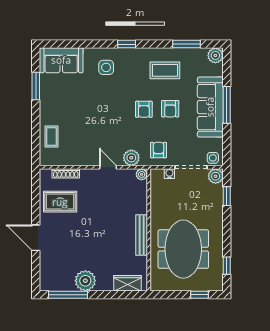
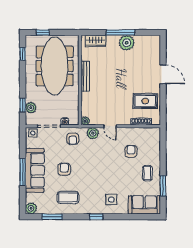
armchair: (144, 109) -> (131, 151), moved
coffee table: (52, 136) -> (147, 173), moved
plant: (216, 176) -> (31, 108), moved
meeting table: (183, 249) -> (55, 66), width x1.36
window: (68, 295) -> (120, 32), moved

